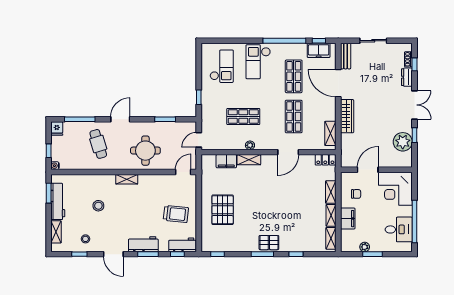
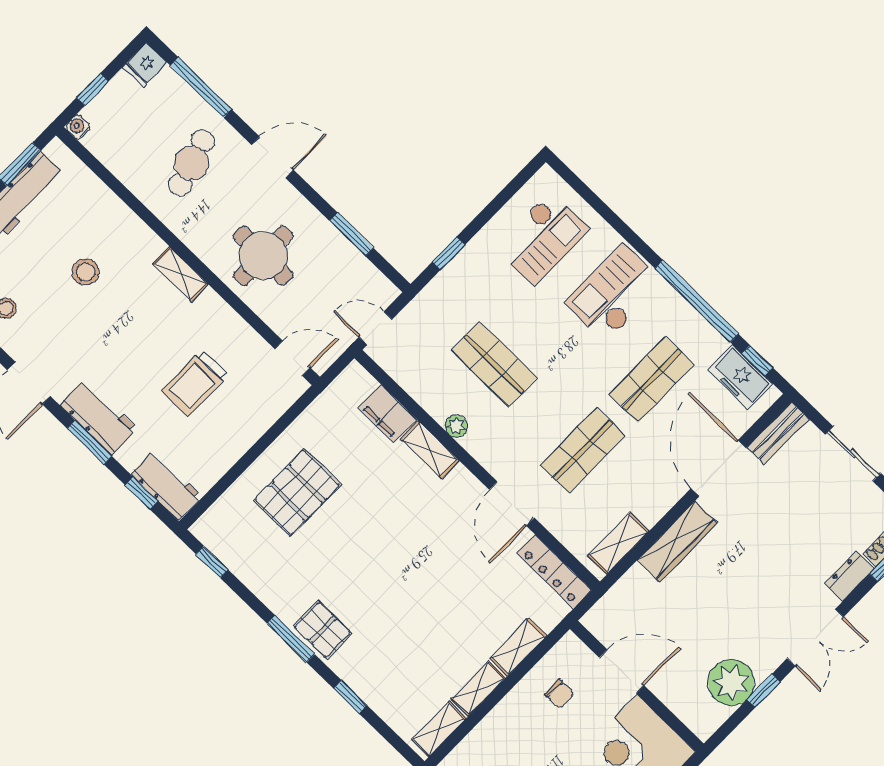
door: (288, 152) -> (512, 504), hinge flipped
locker: (325, 160) -> (554, 572), width x1.53
trolley: (176, 214) -> (195, 383), moved, turned 84
filing cabinet: (348, 219) -> (503, 723), removed

